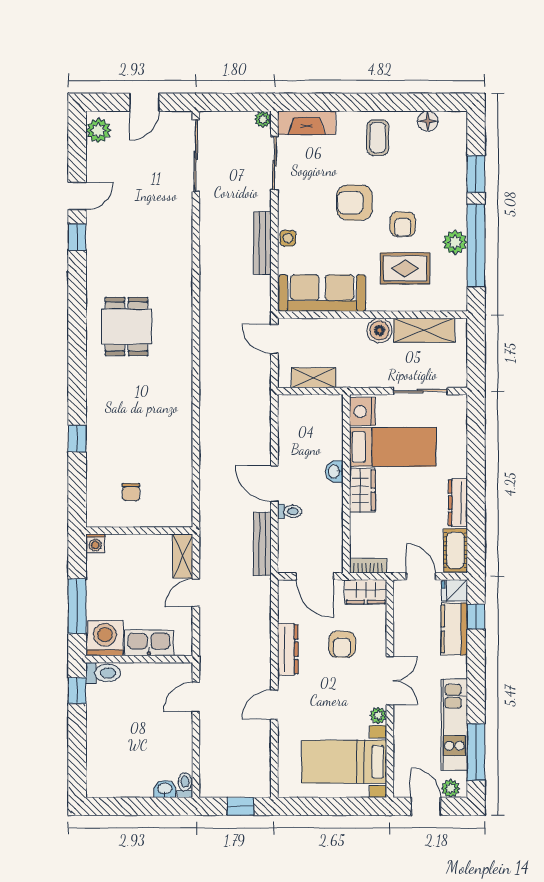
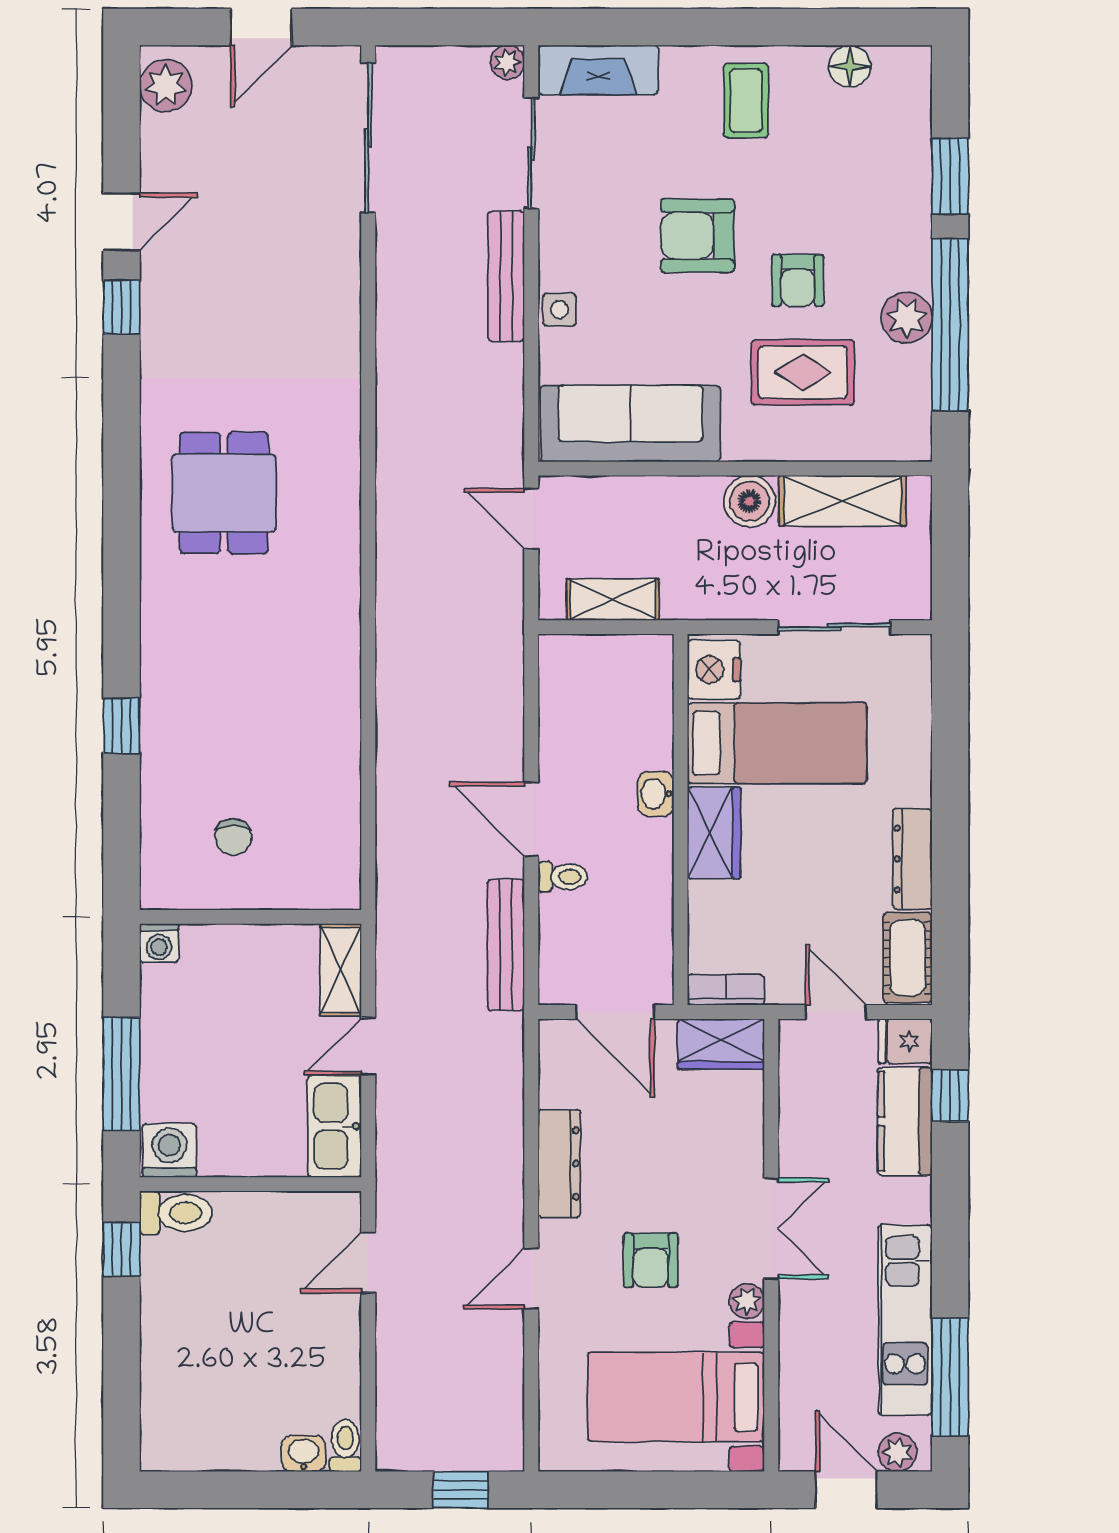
bench: (262, 243) -> (506, 276), moved
washing machine: (105, 638) -> (169, 1150), width x0.73, depth x0.73
kitchen sink: (149, 643) -> (335, 1126), moved, turned -90
armchair: (342, 644) -> (651, 1260), moved

